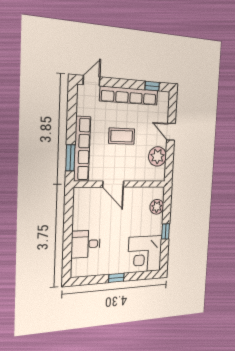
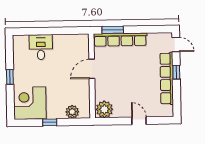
window: (152, 86) -> (176, 72), moved
door: (171, 132) -> (139, 121), hinge flipped
coffee table: (122, 136) -> (133, 74), removed
plant: (158, 156) -> (104, 109), moved

